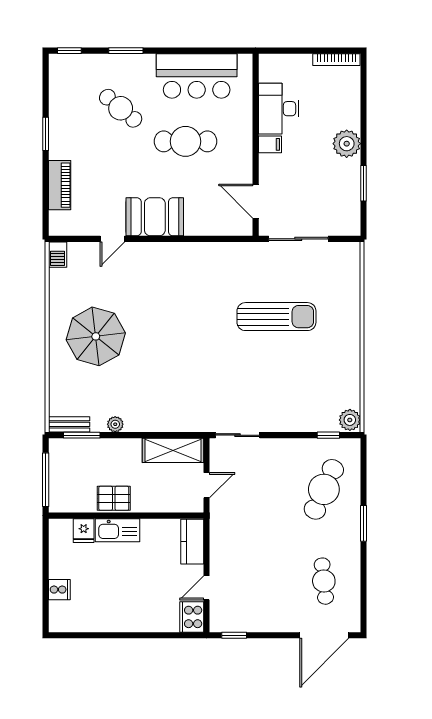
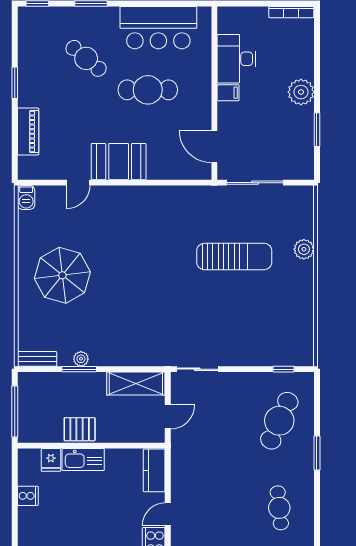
plant: (350, 420) -> (304, 249), moved
window: (82, 435) -> (79, 369), moved
cooker: (59, 590) -> (28, 496), moved

